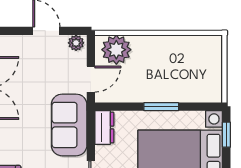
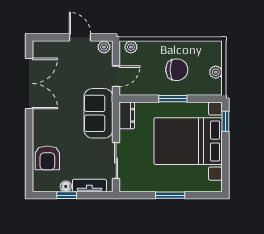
plant: (116, 50) -> (131, 47), width x0.53, depth x0.53
chair: (166, 71) -> (177, 70), added
plant: (214, 74) -> (216, 72), added

